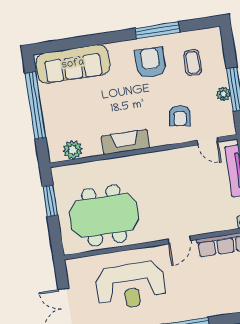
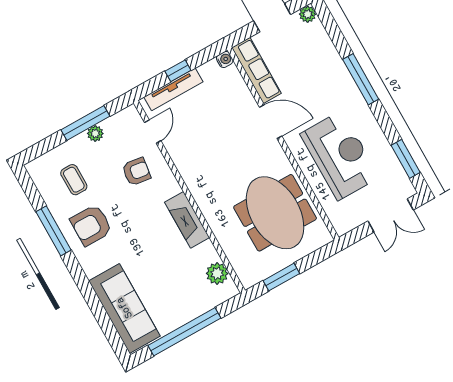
coffee table: (193, 62) -> (74, 180), turned 90
door: (179, 240) -> (271, 122), width x1.38

